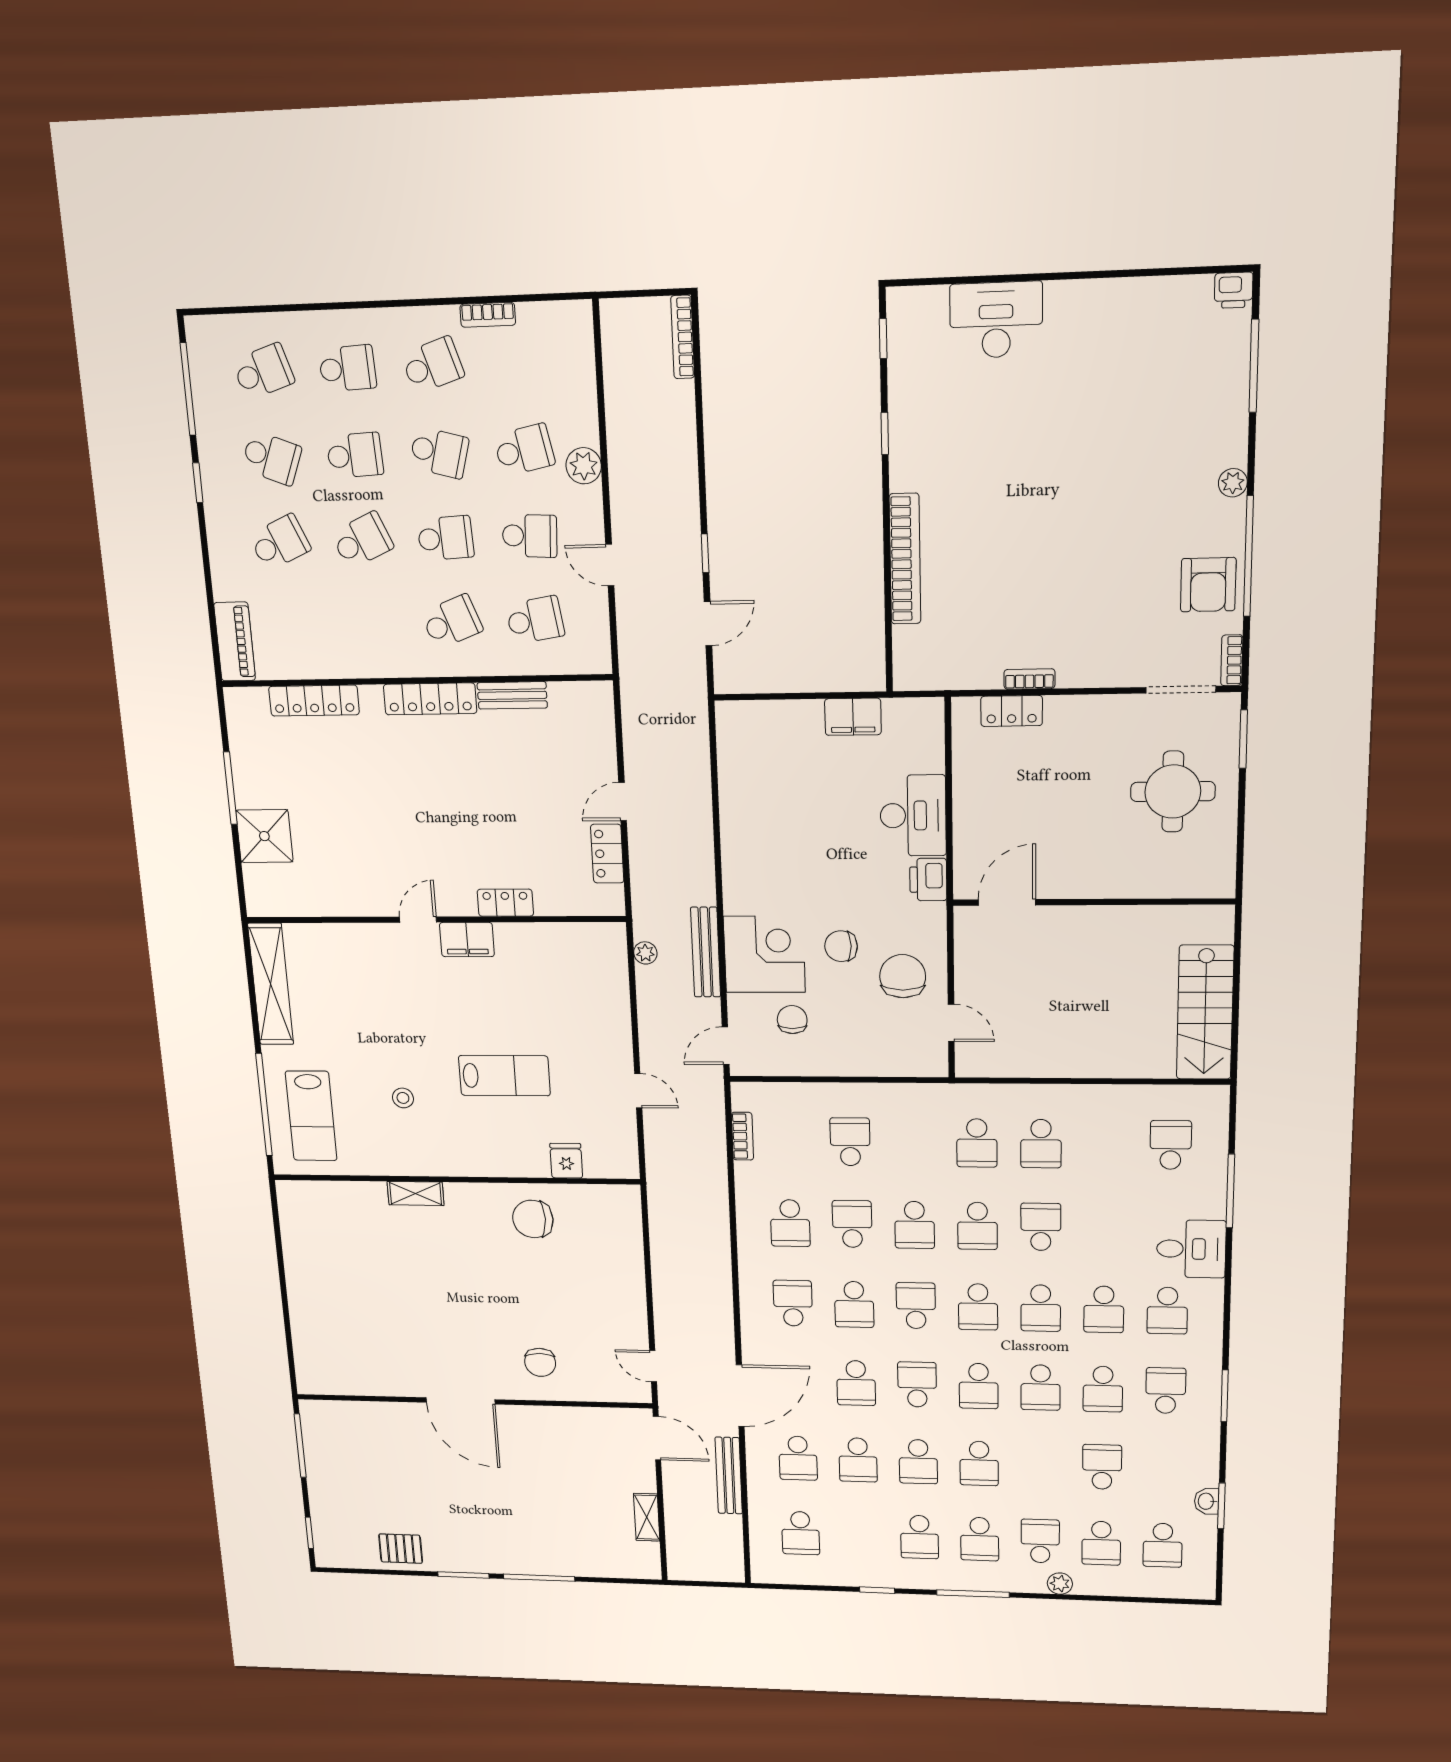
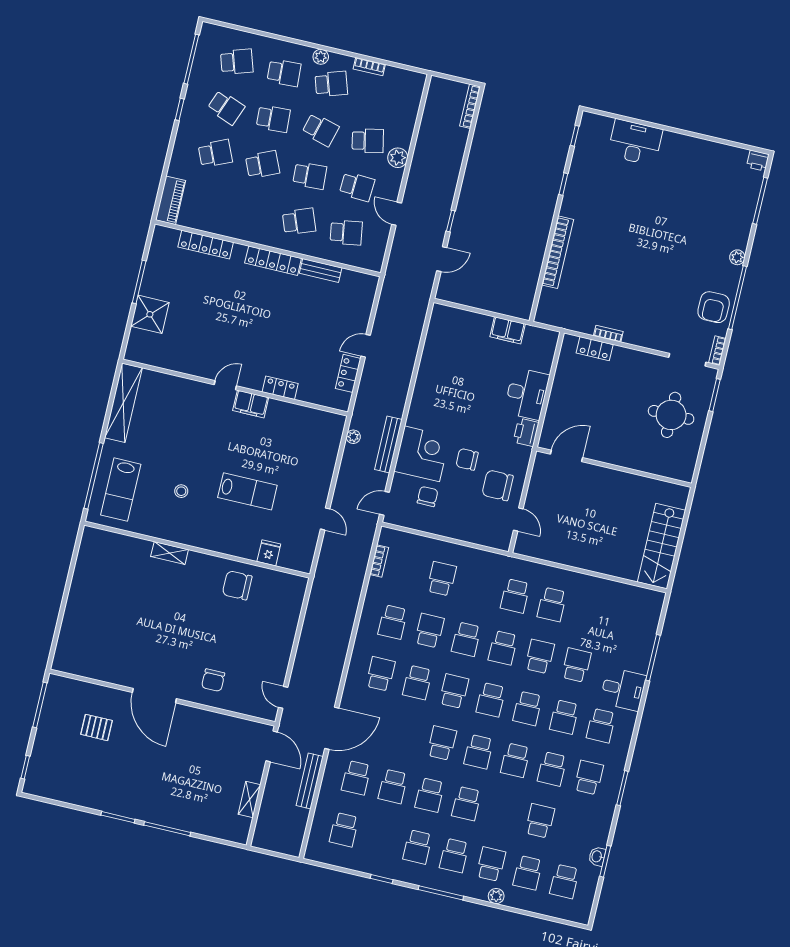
plant: (400, 321) -> (321, 57), added
chair: (903, 976) -> (498, 485), turned -90
school desk: (1171, 1145) -> (576, 665), moved
school desk: (856, 1383) -> (405, 734), removed
pallet: (401, 1549) -> (96, 727), moved

